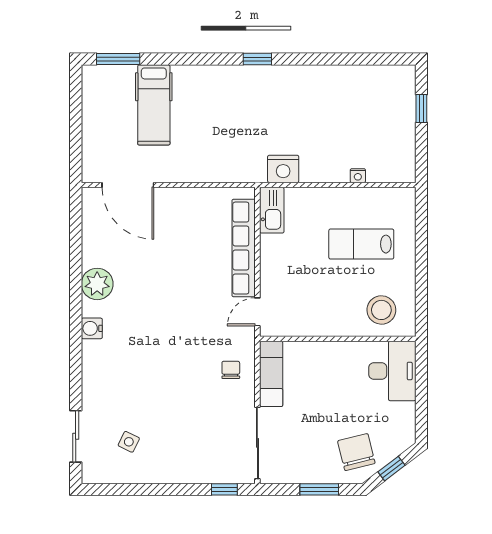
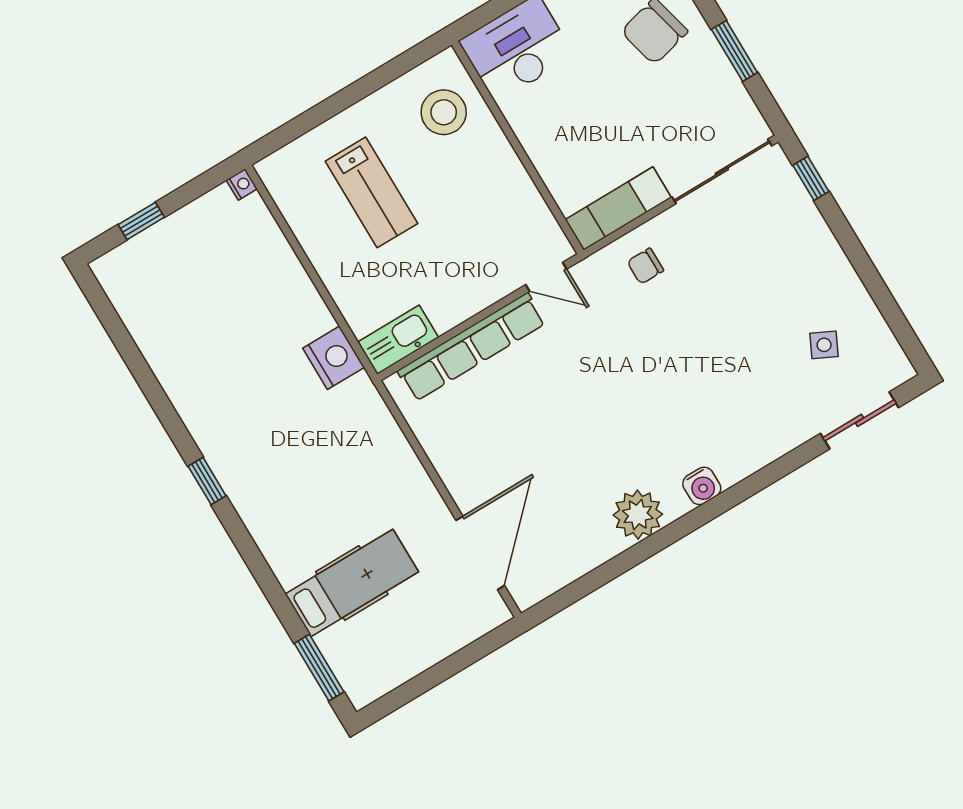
nightstand: (358, 176) -> (242, 184), moved

